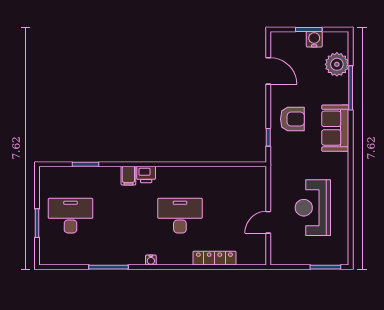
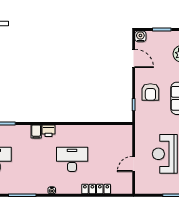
water cooler: (314, 39) -> (140, 36), moved
armchair: (292, 119) -> (150, 92), turned 90

